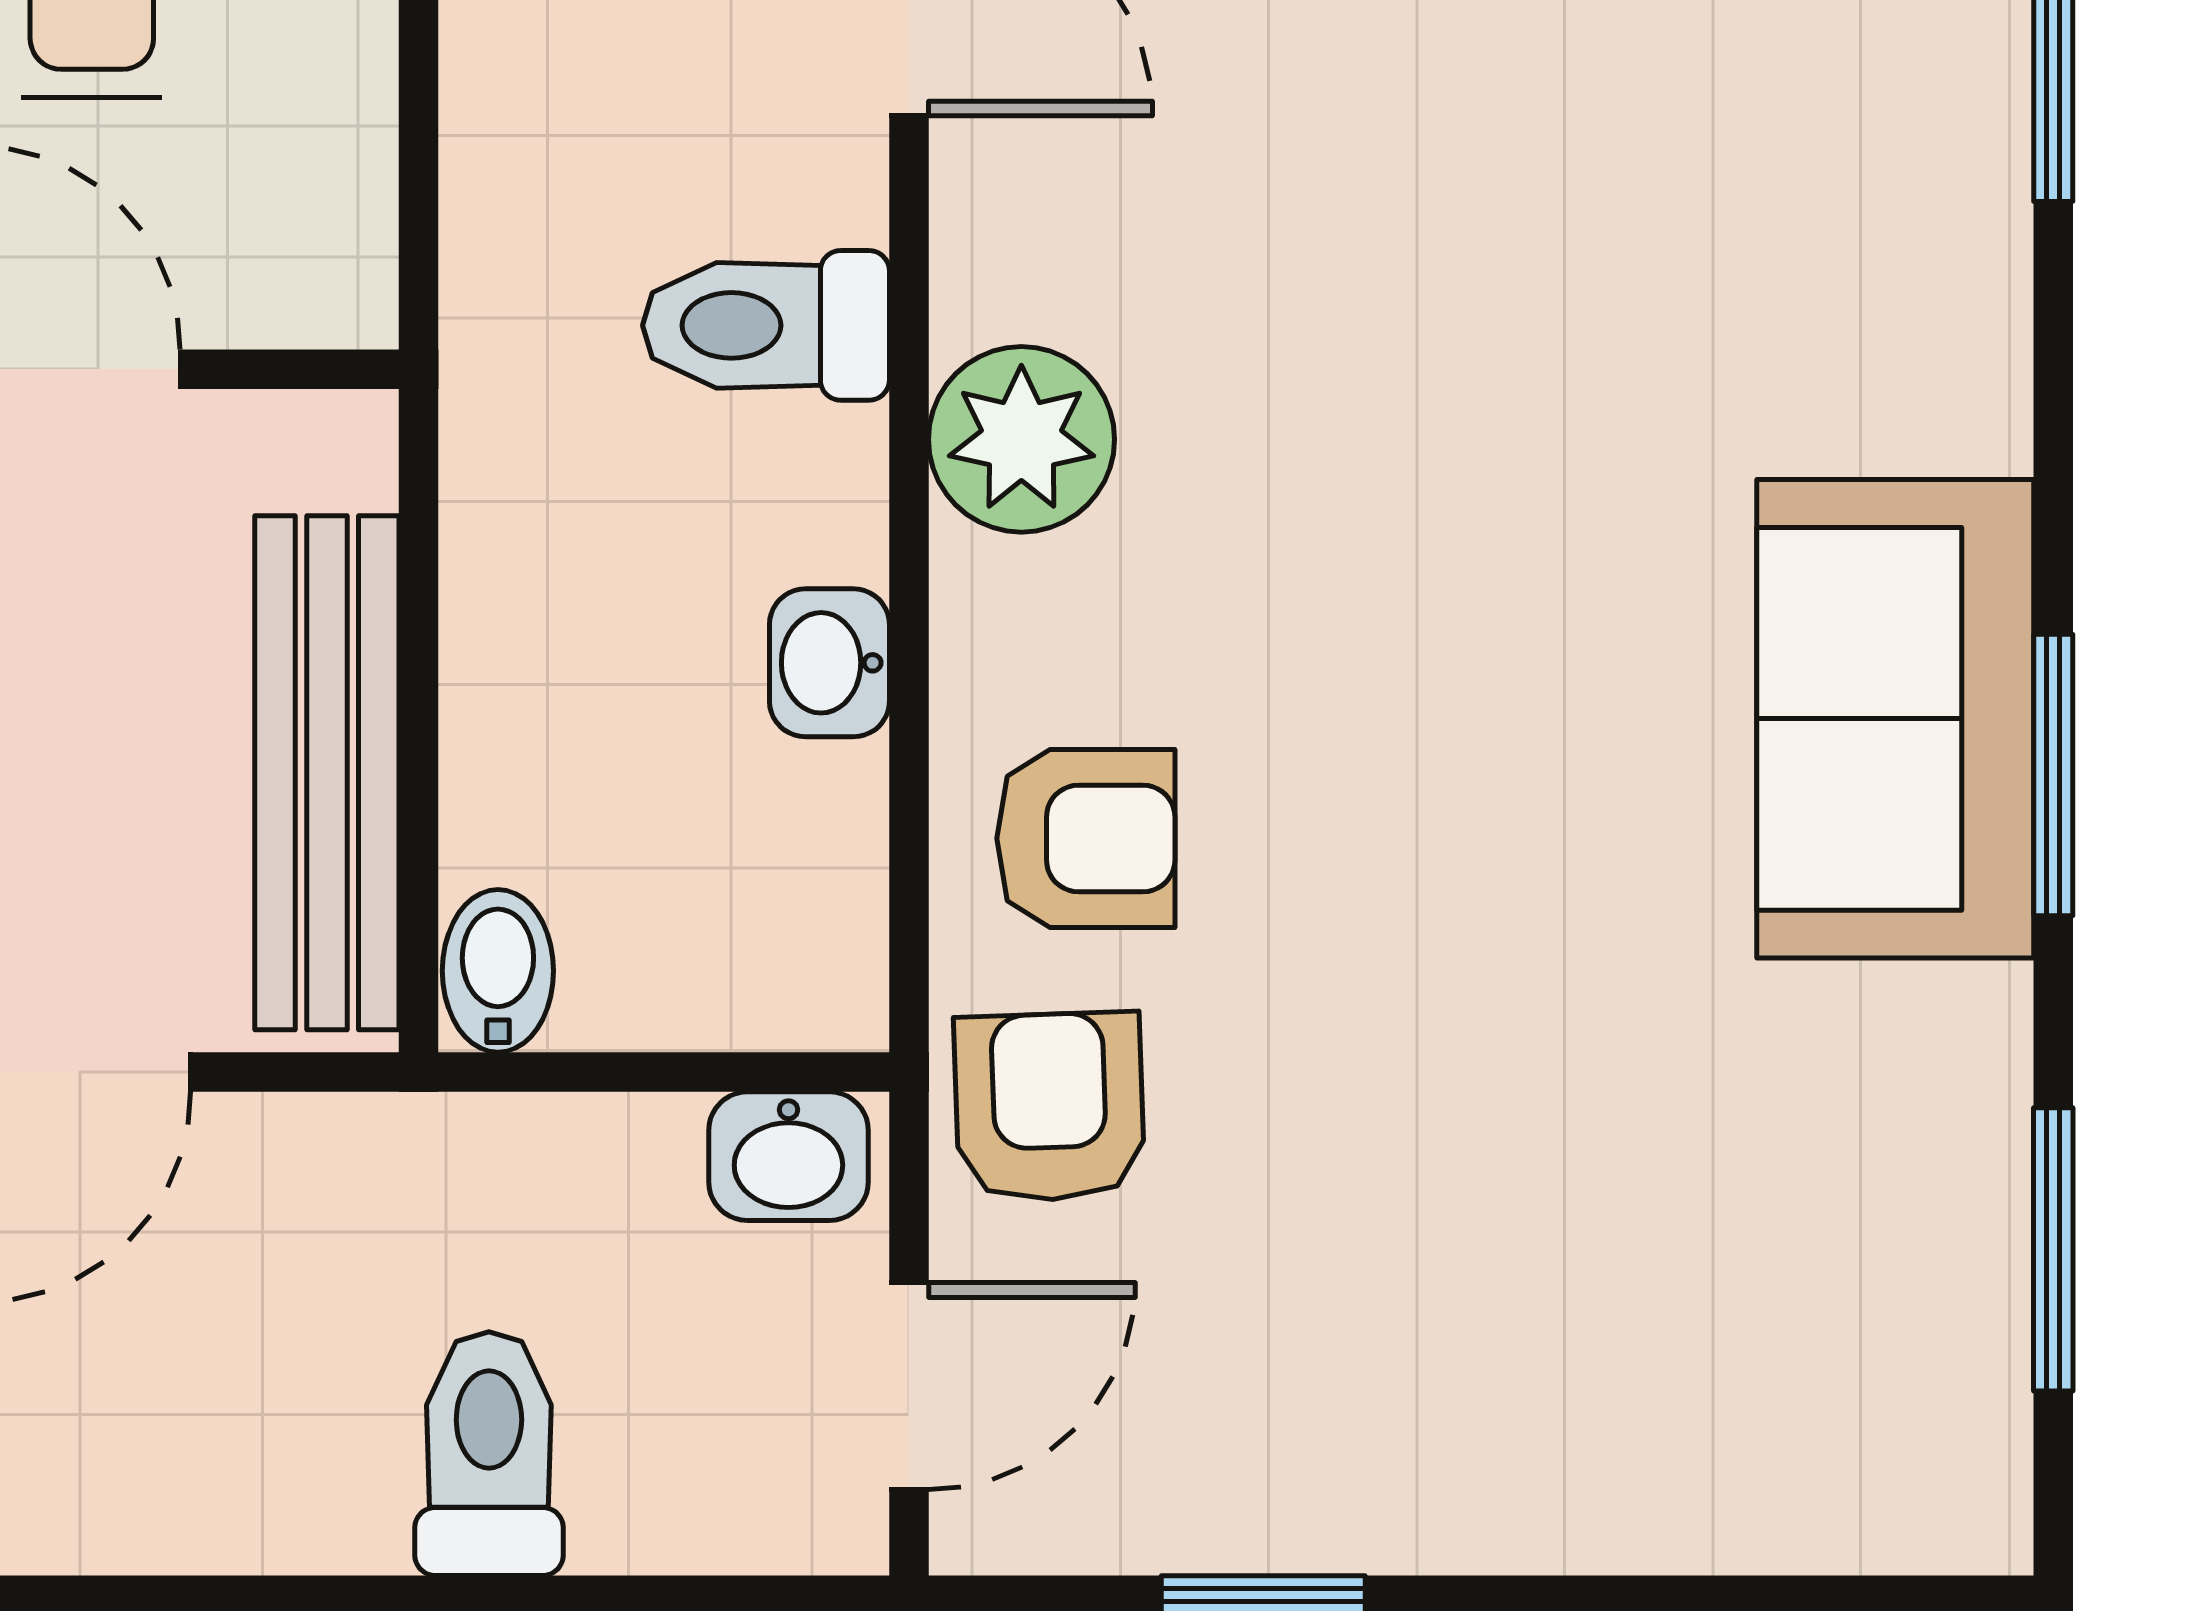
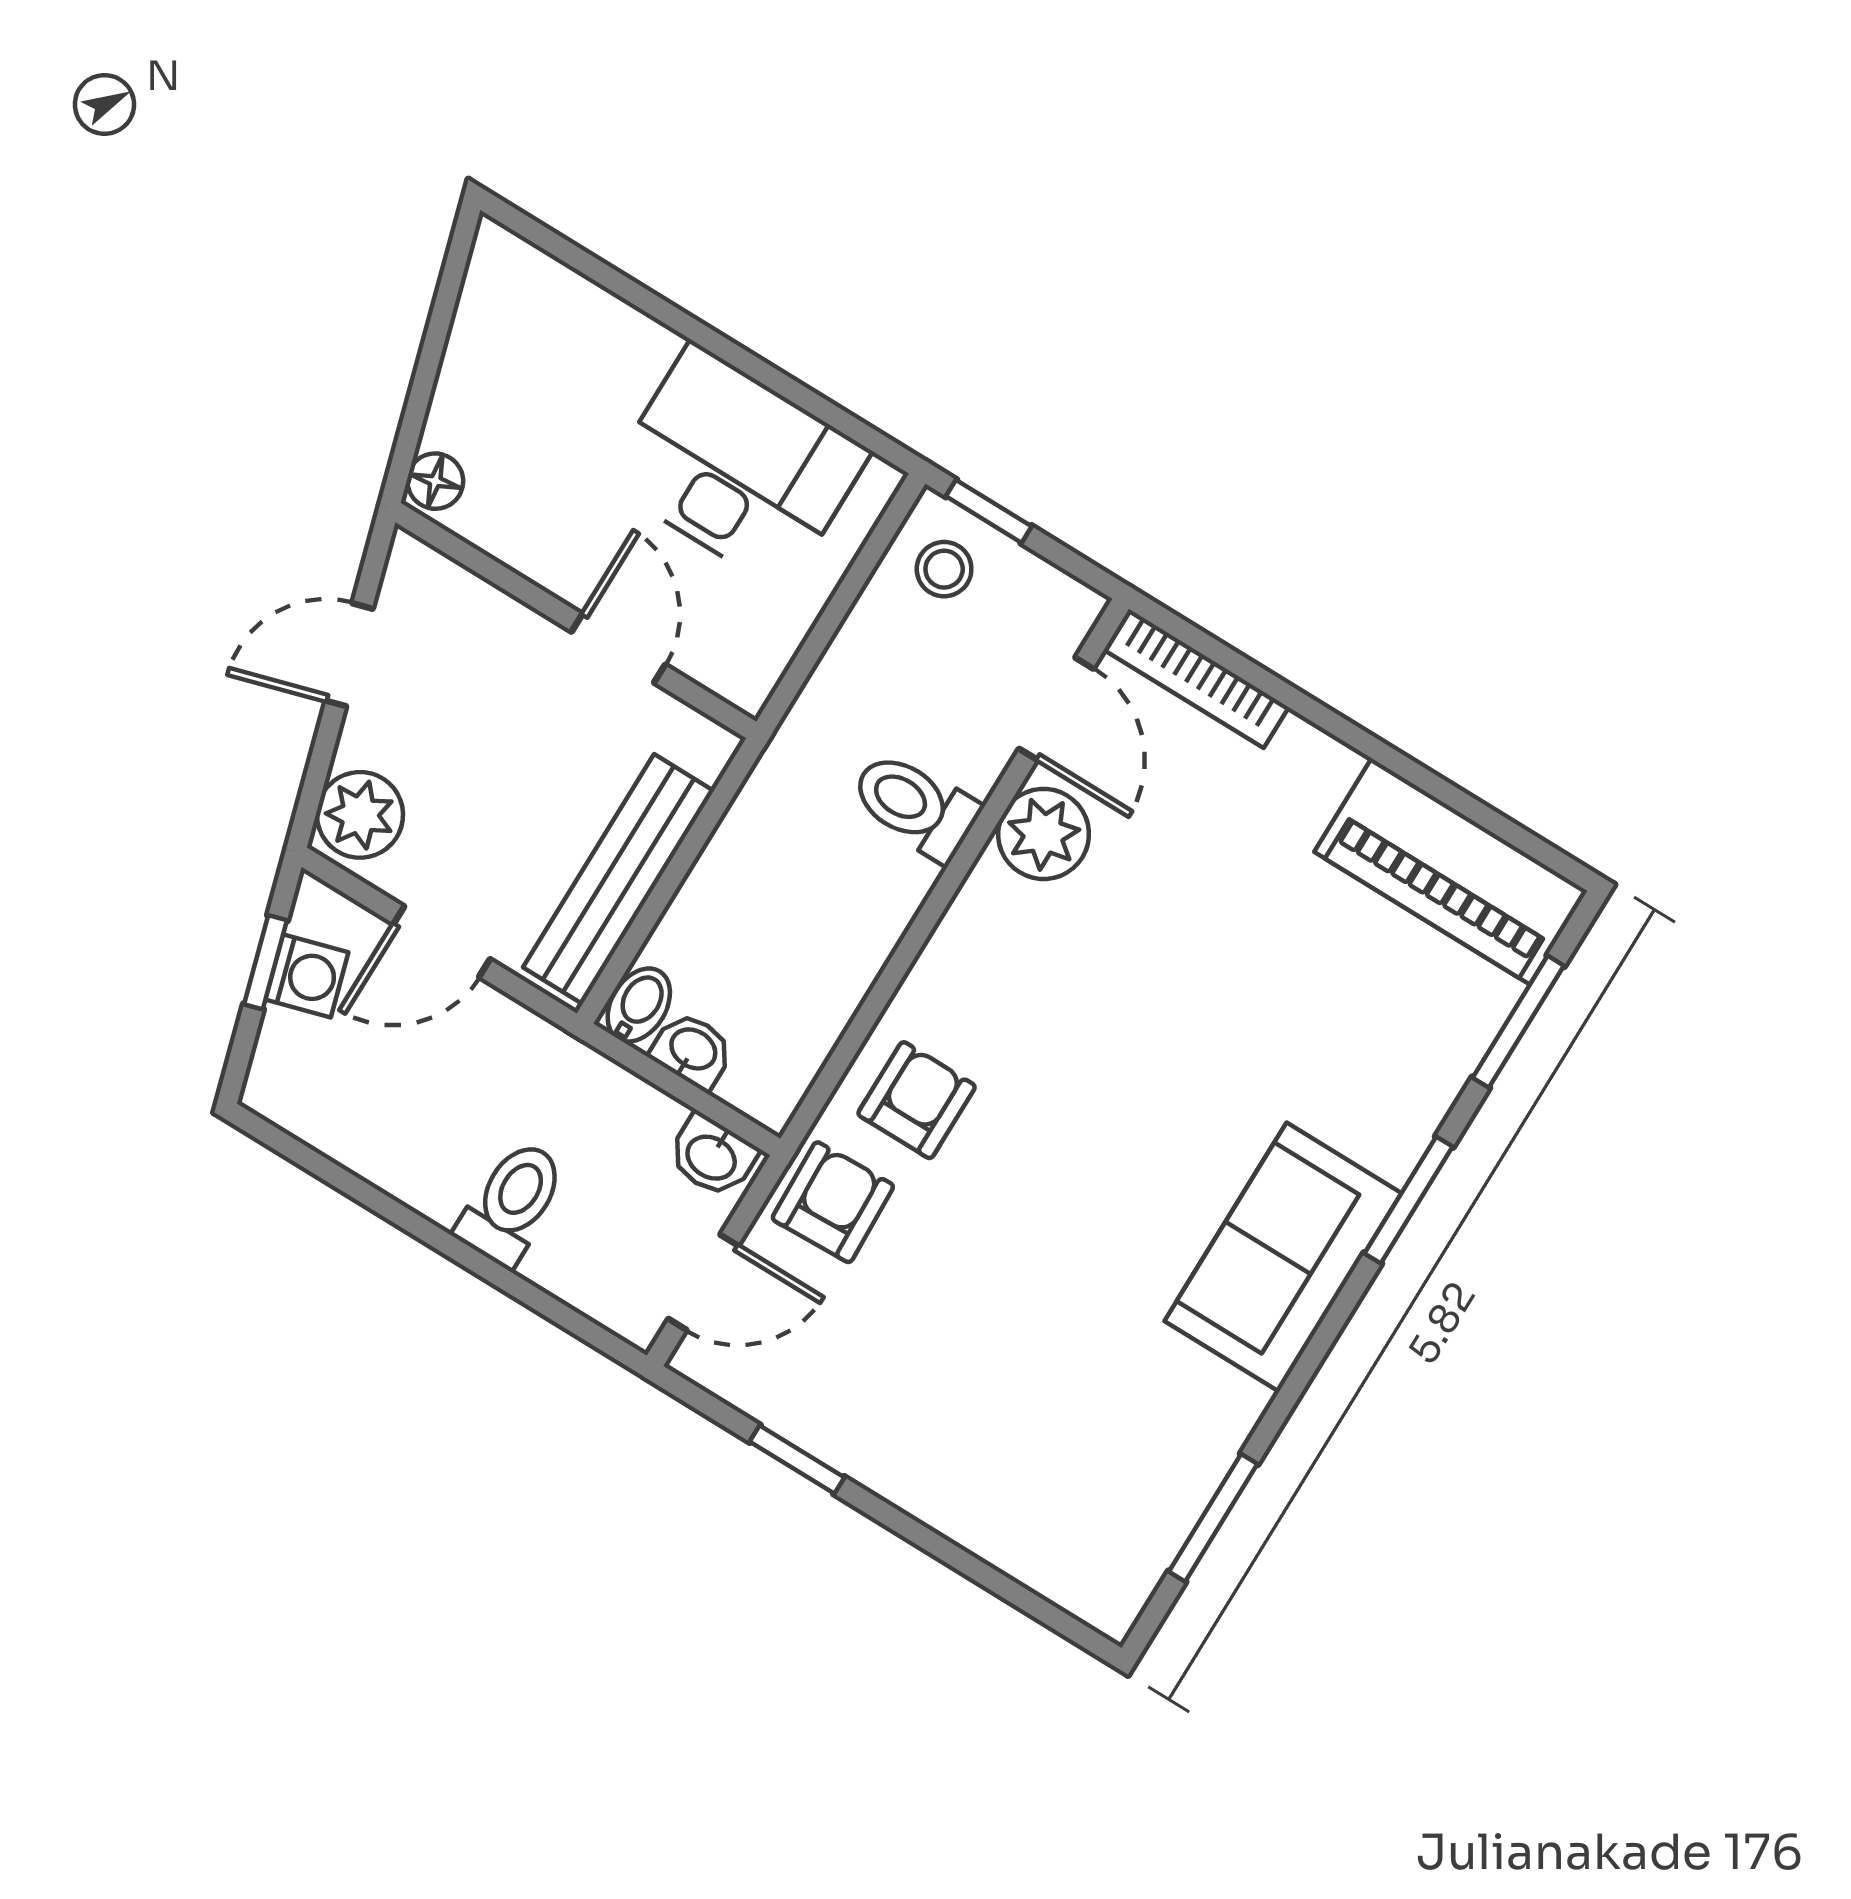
plant: (1021, 439) -> (1044, 834), moved
washbasin: (829, 663) -> (692, 1050), moved, turned 90
window: (2053, 775) -> (1409, 1200), moved
armchair: (1086, 838) -> (917, 1100), turned -90

